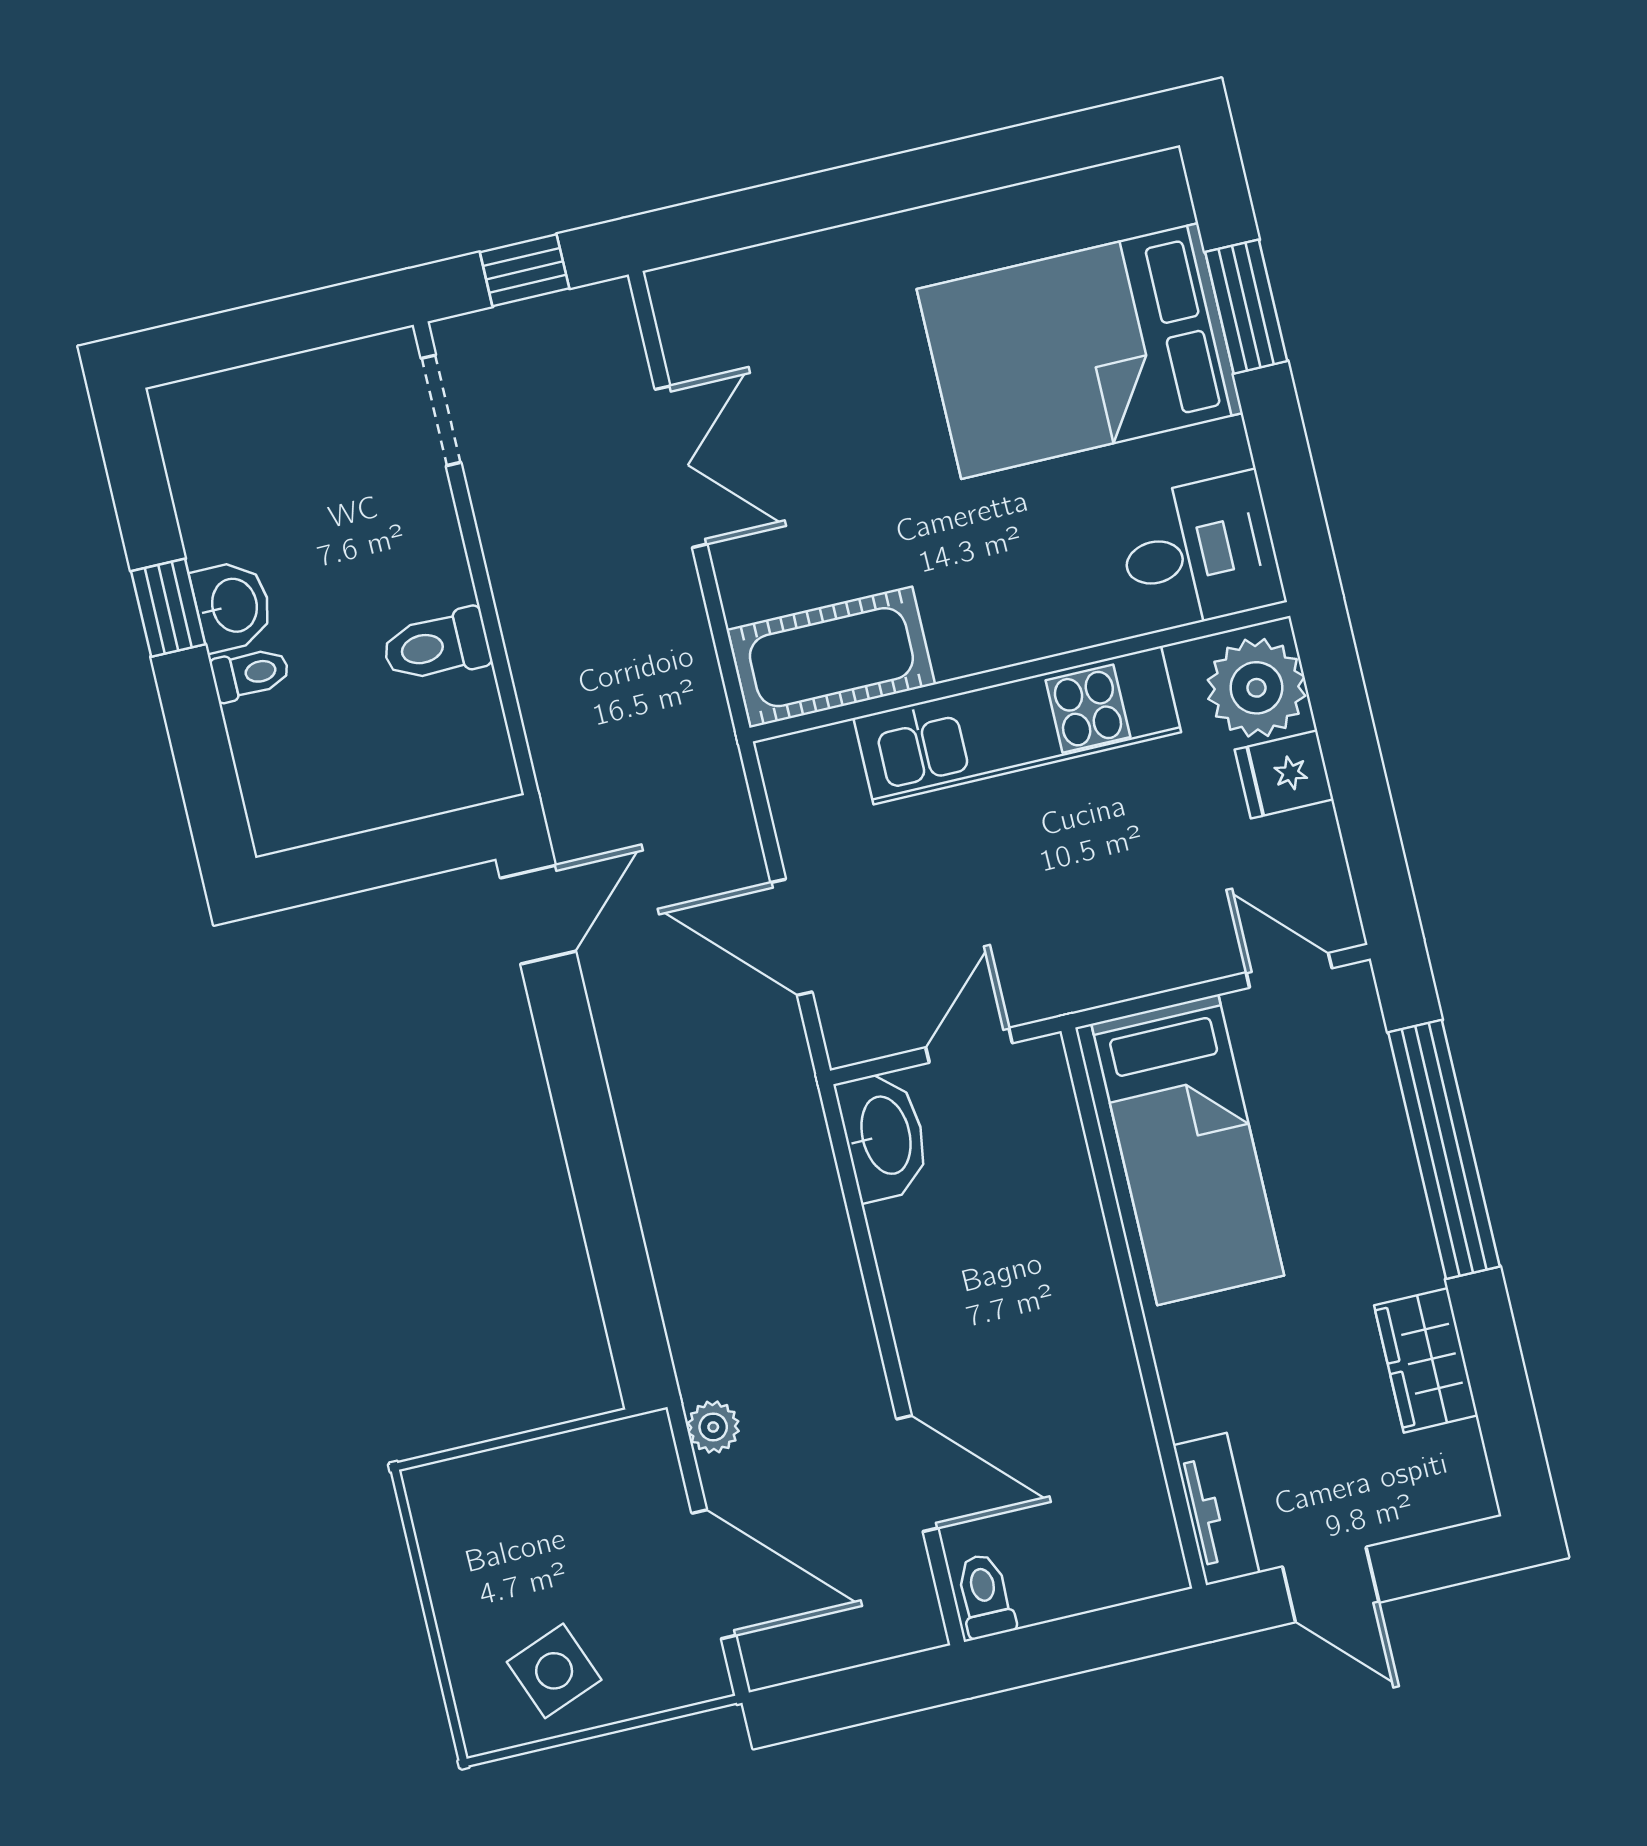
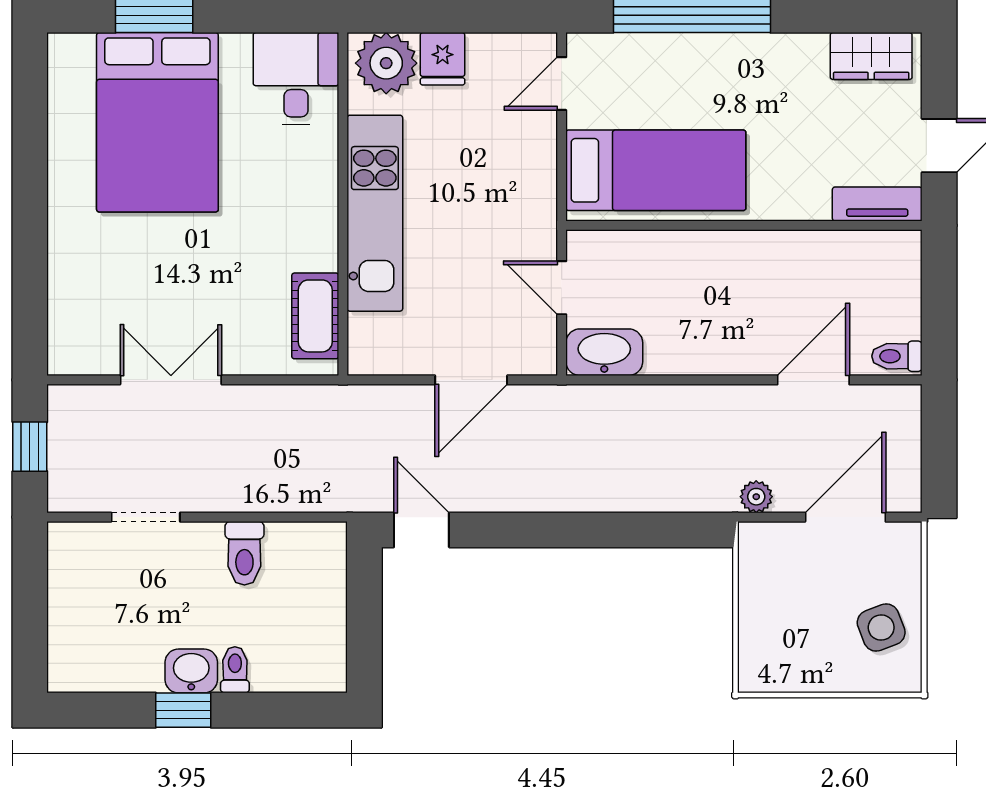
doorway: (441, 410) -> (146, 517), moved
cot: (831, 657) -> (315, 316), width x0.73, depth x0.75
wardrobe: (1426, 1360) -> (871, 56), moved

